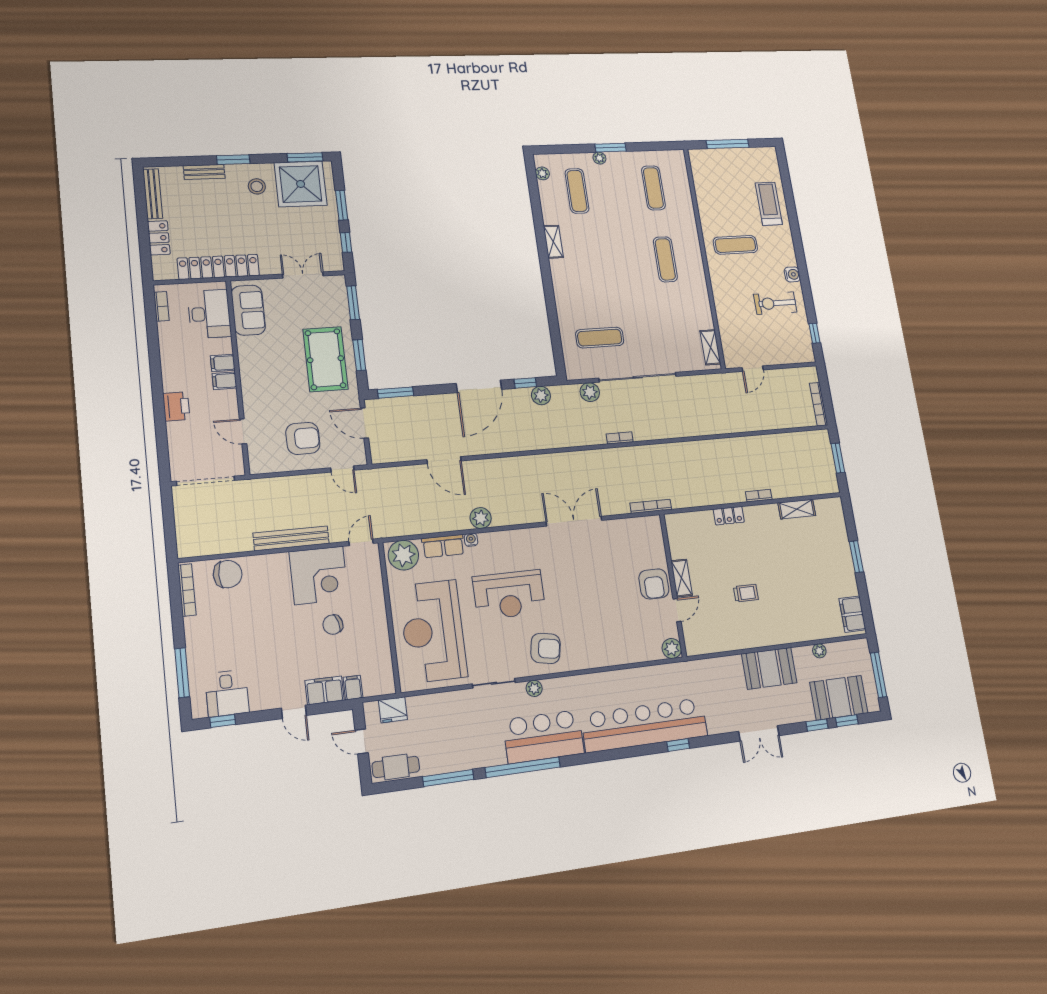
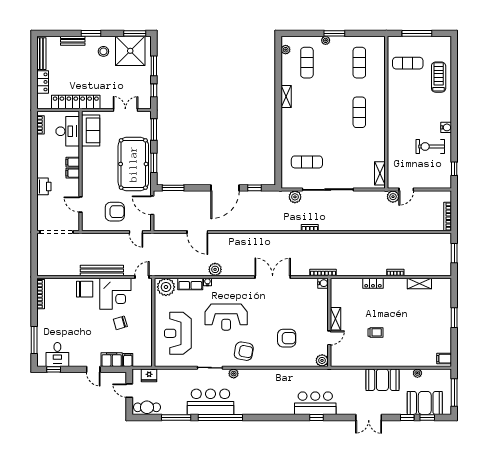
exercise mat: (735, 245) -> (408, 63), moved
pool table: (325, 359) -> (133, 164), width x1.36, depth x1.32
plant: (541, 396) -> (393, 197), moved
water cooler: (653, 523) -> (323, 283), added
chair: (228, 574) -> (85, 289), moved
armchair: (654, 584) -> (287, 338), moved, turned -90
filing cabinet: (852, 614) -> (444, 359), width x0.50
reception desk: (433, 631) -> (178, 333), width x0.74, depth x0.77
bar counter: (645, 725) -> (315, 403), width x0.54
bar counter: (544, 737) -> (210, 402), moved

